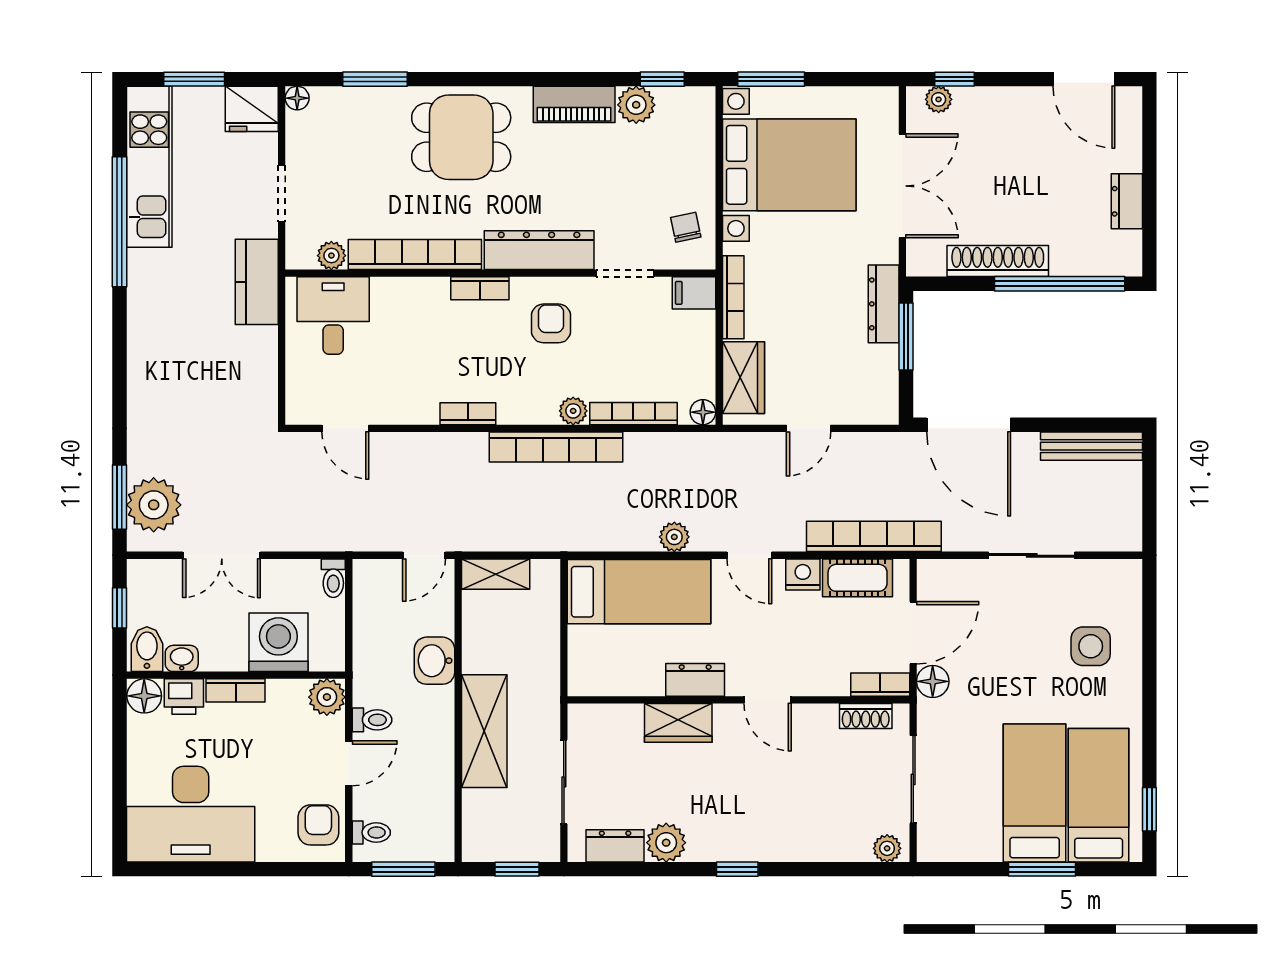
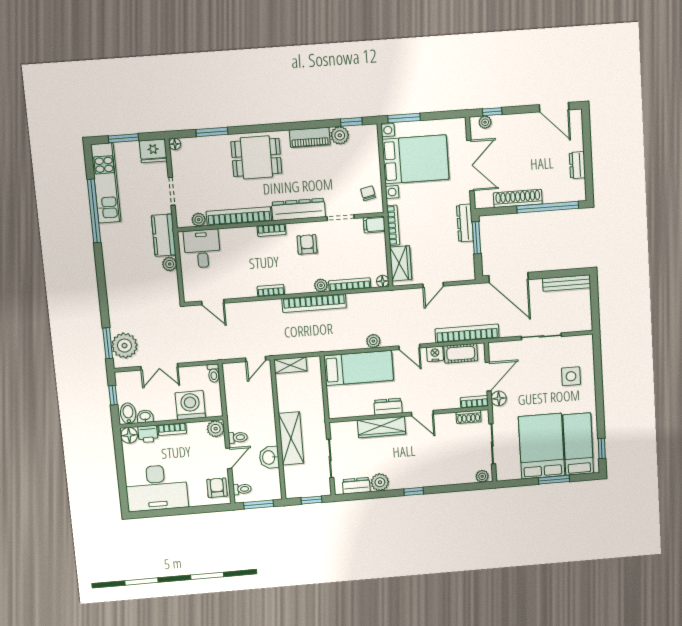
plant: (263, 342) -> (170, 264), added
washbasin: (435, 661) -> (269, 457), moved
wardrobe: (678, 723) -> (382, 427), width x1.50
bed: (1035, 793) -> (542, 446), width x1.50

